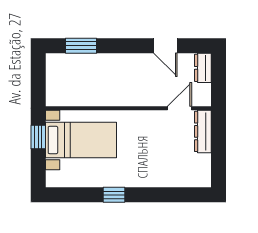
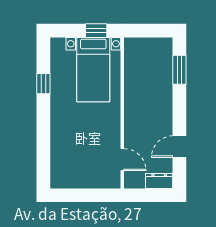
dresser: (203, 131) -> (101, 181), removed
window: (114, 195) -> (43, 84), moved

